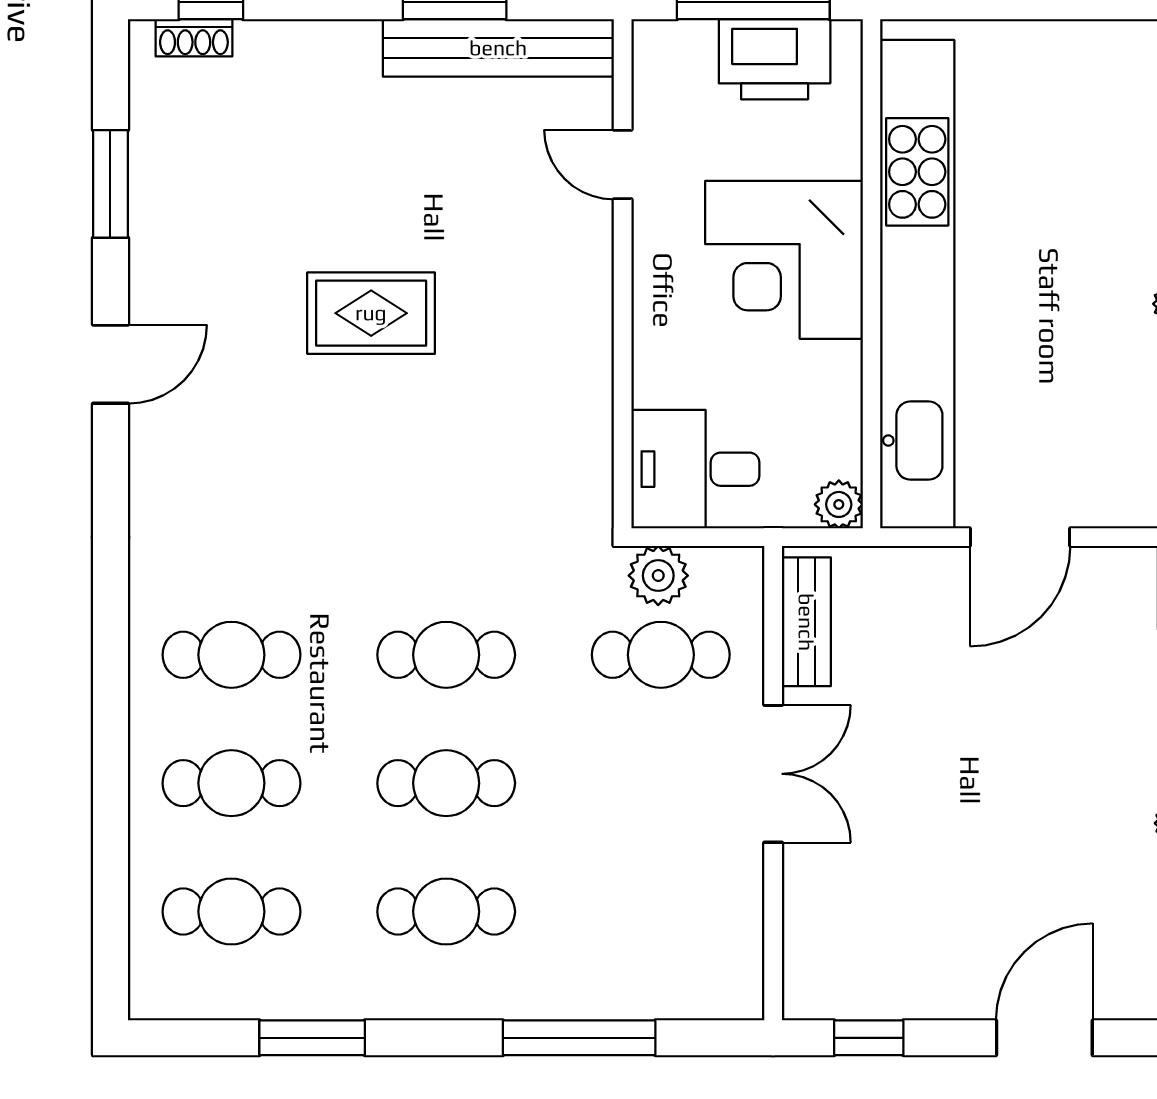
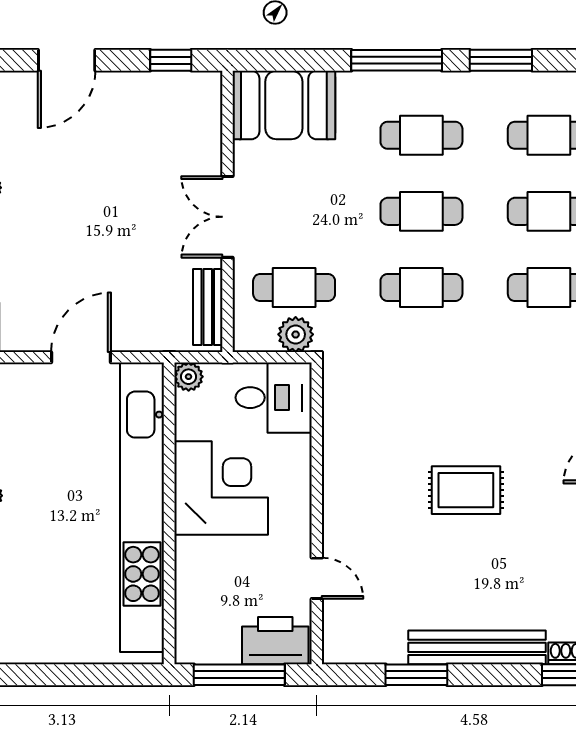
bench: (498, 48) -> (477, 647), moved
printer: (775, 59) -> (275, 641), moved
corner desk: (784, 260) -> (221, 488), moved
booth: (678, 962) -> (284, 105), added
window: (579, 1038) -> (397, 60), moved

